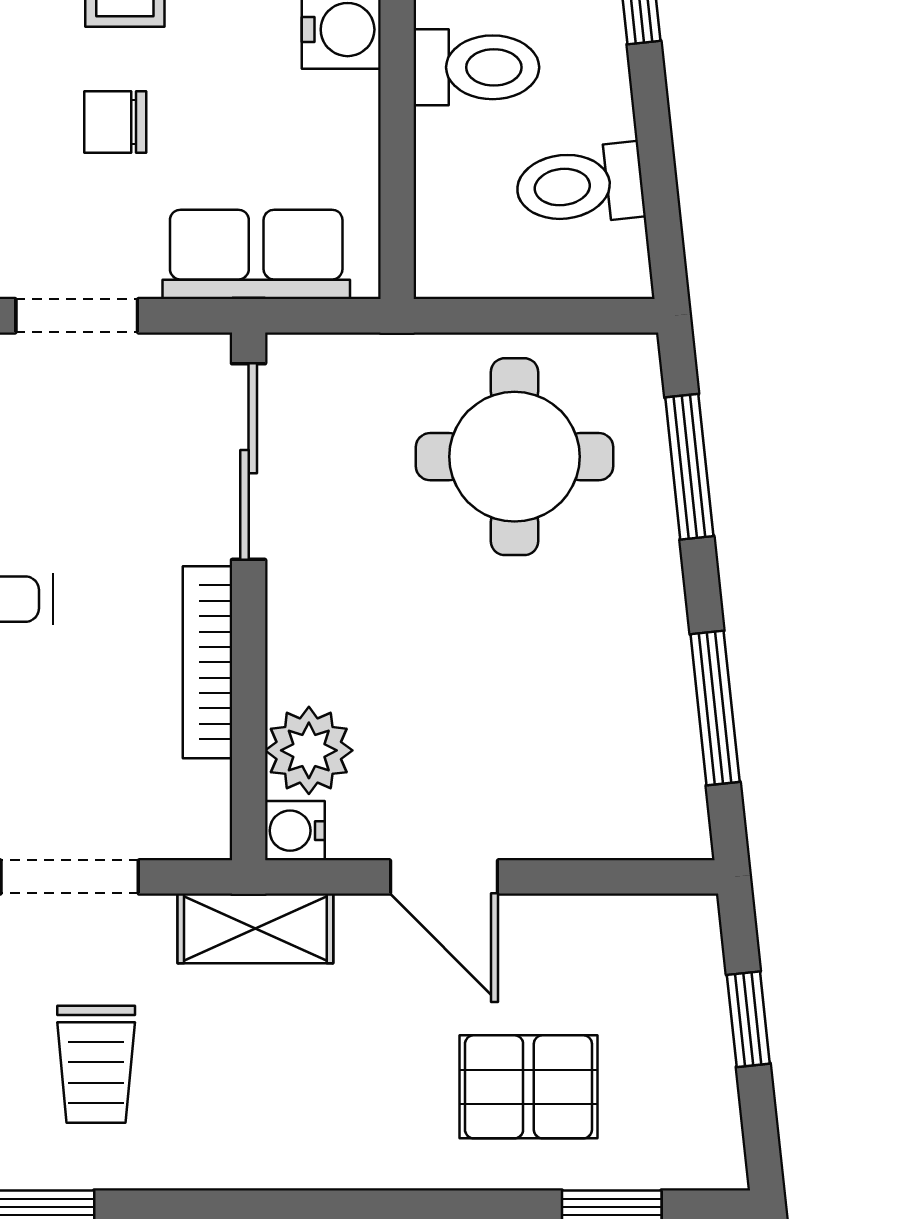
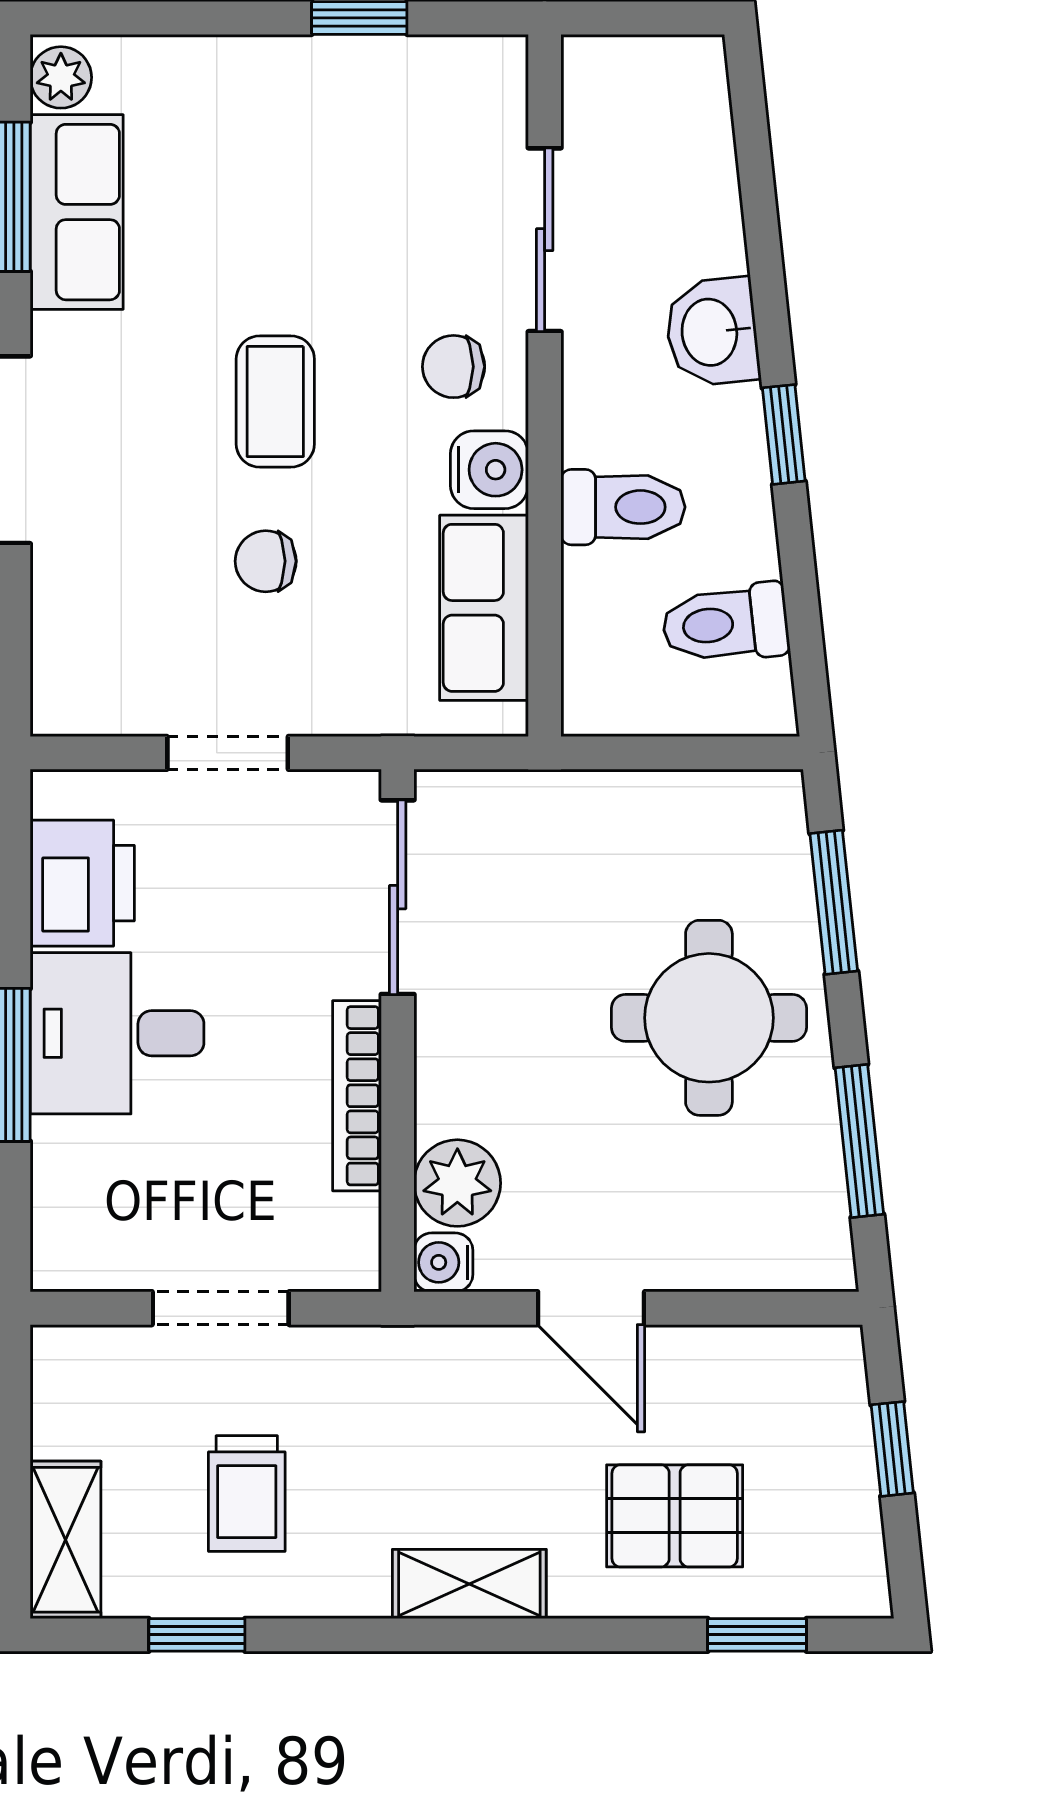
row of seats: (256, 254) -> (484, 608), moved, turned -90
round table: (515, 457) -> (709, 1018), moved
shelving: (255, 928) -> (469, 1584), moved

